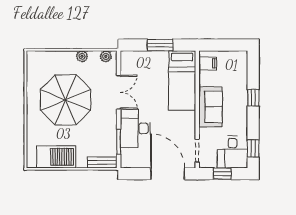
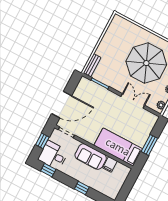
filing cabinet: (208, 63) -> (110, 164), moved
double door: (119, 92) -> (133, 101), swing flipped
desk: (135, 128) -> (103, 99), removed
barbecue: (56, 157) -> (112, 37), removed

